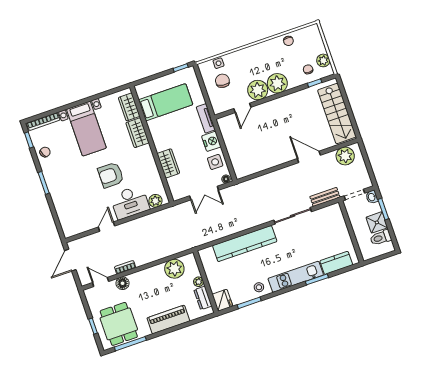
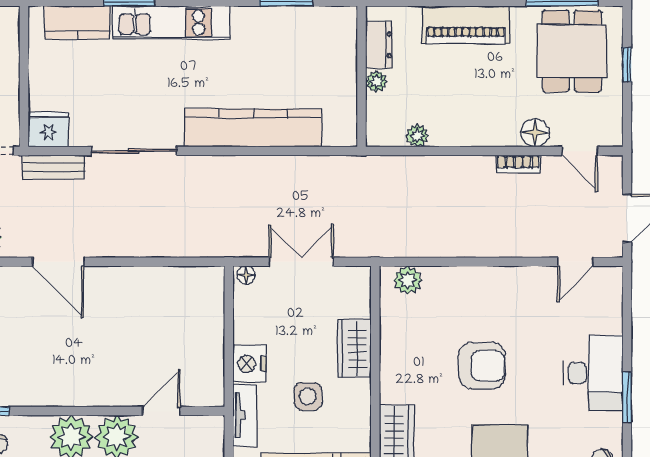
side table: (215, 162) -> (308, 396), moved
desk: (130, 202) -> (593, 373), moved, turned 90
door: (106, 227) -> (575, 262), moved
plant: (174, 269) -> (417, 136), width x0.53, depth x0.53
stool: (259, 287) -> (255, 27), removed
fridge: (222, 300) -> (48, 130), moved, turned 90

